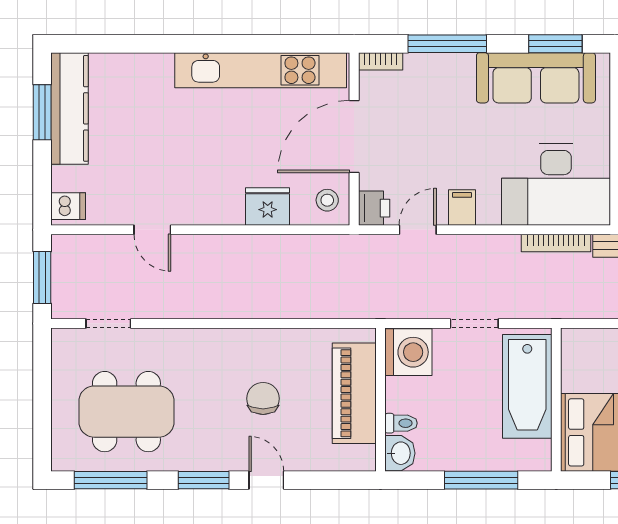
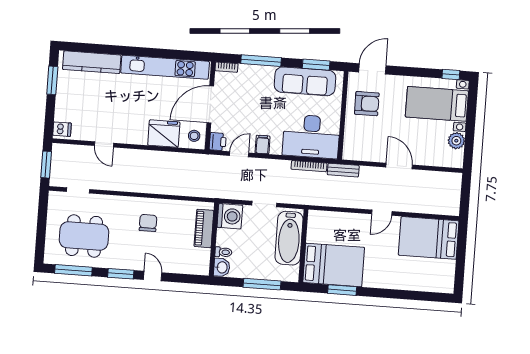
kitchen counter: (70, 108) -> (92, 62), moved, turned 90
fridge: (268, 207) -> (164, 134), width x1.36, depth x1.34
piano: (354, 393) -> (204, 228), width x0.73, depth x0.75
chair: (263, 399) -> (148, 223), moved

